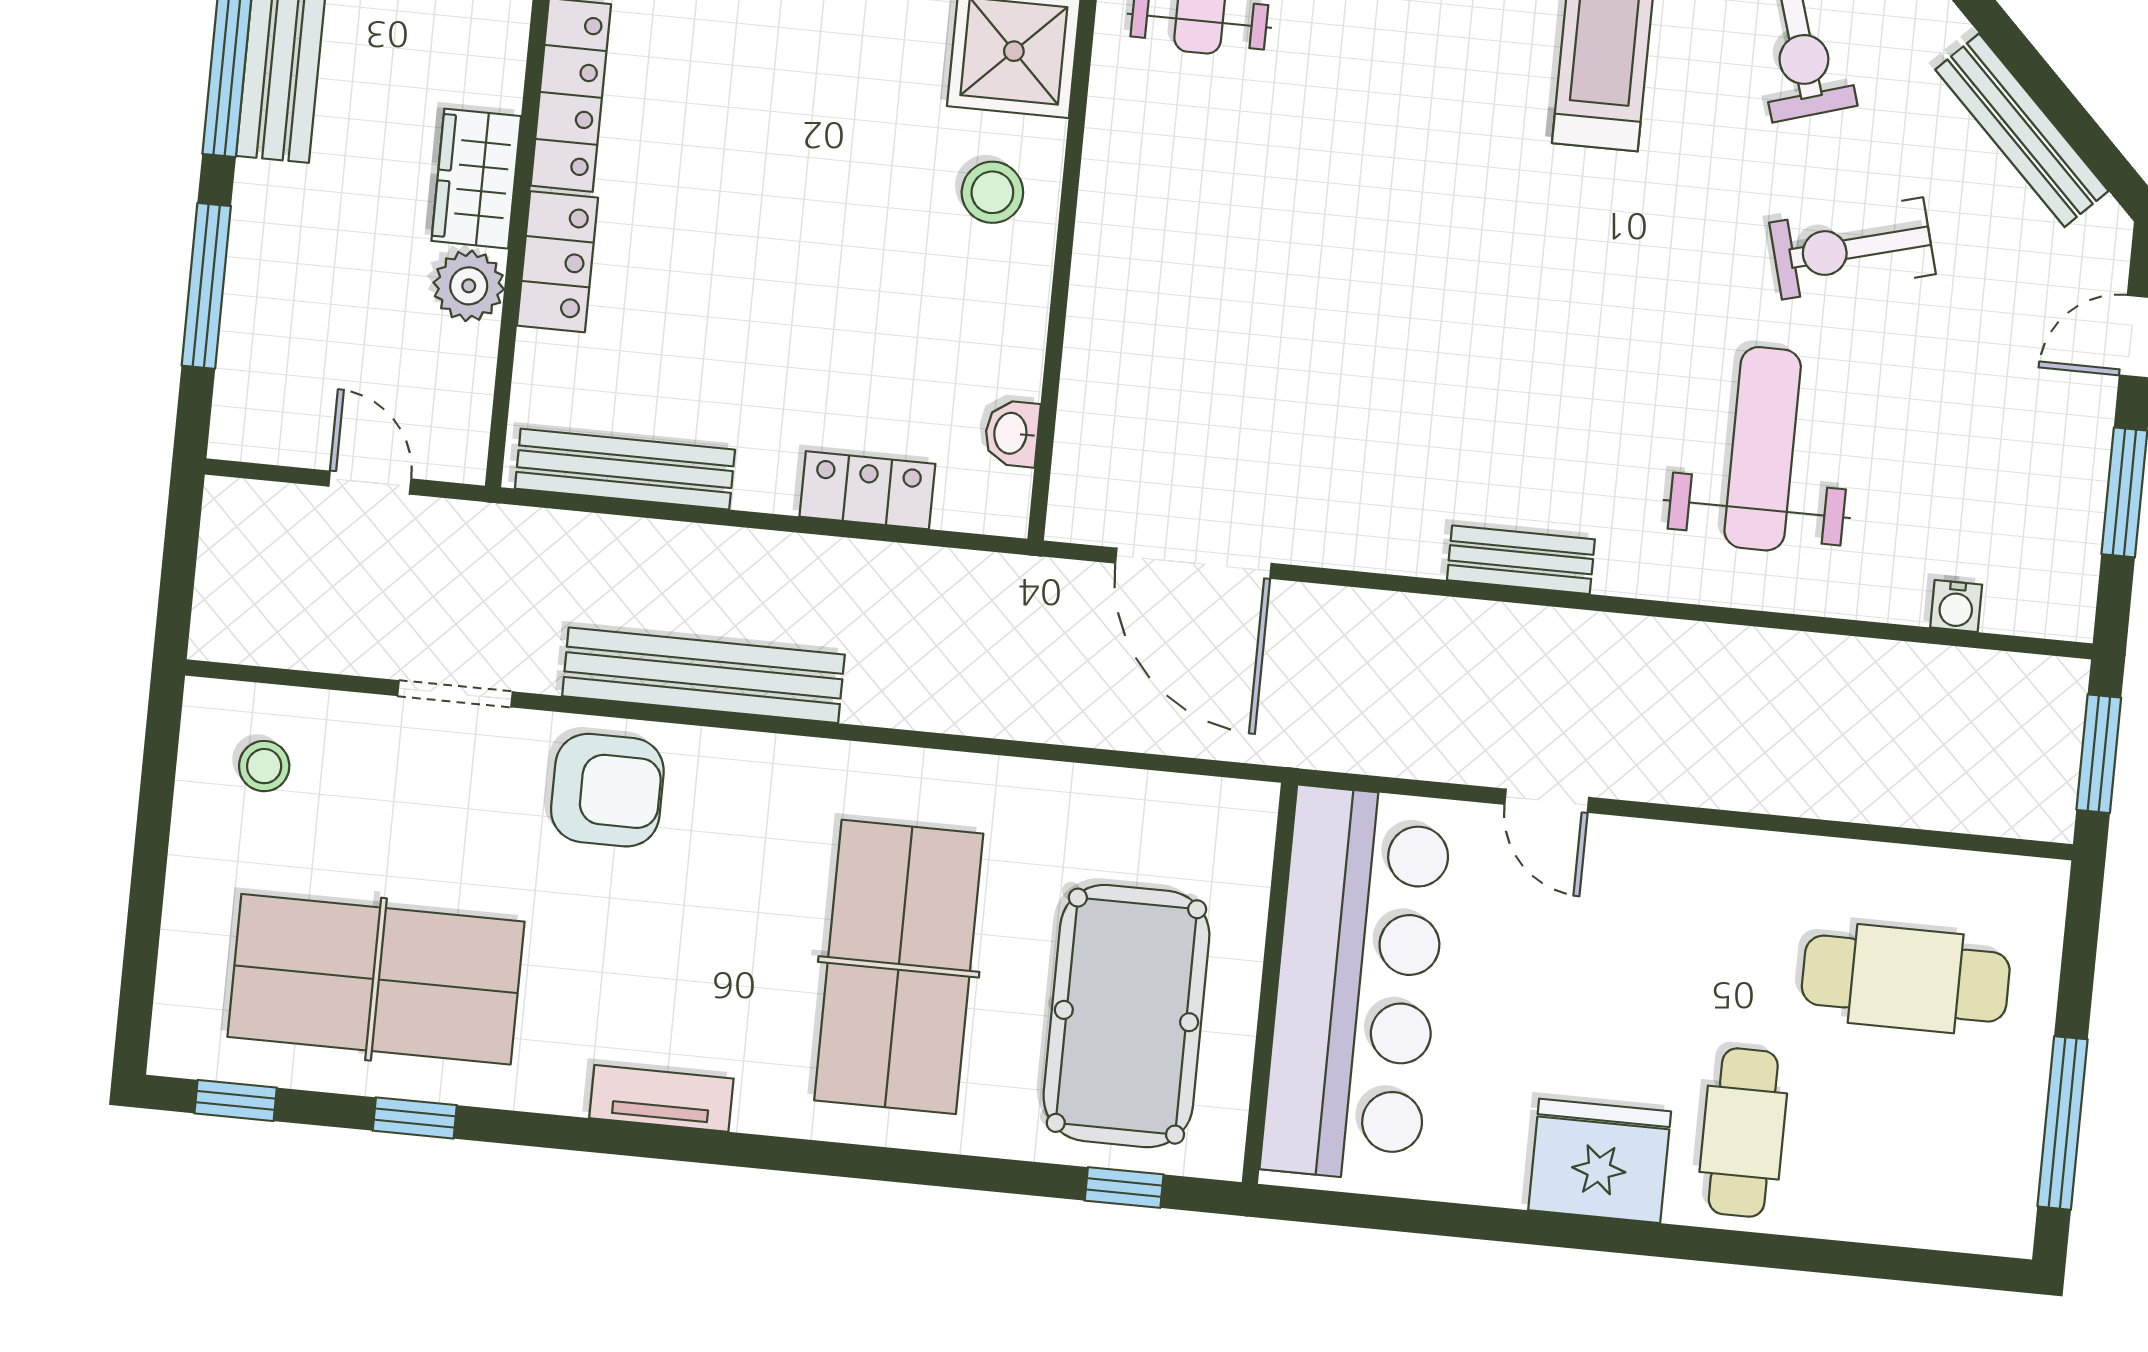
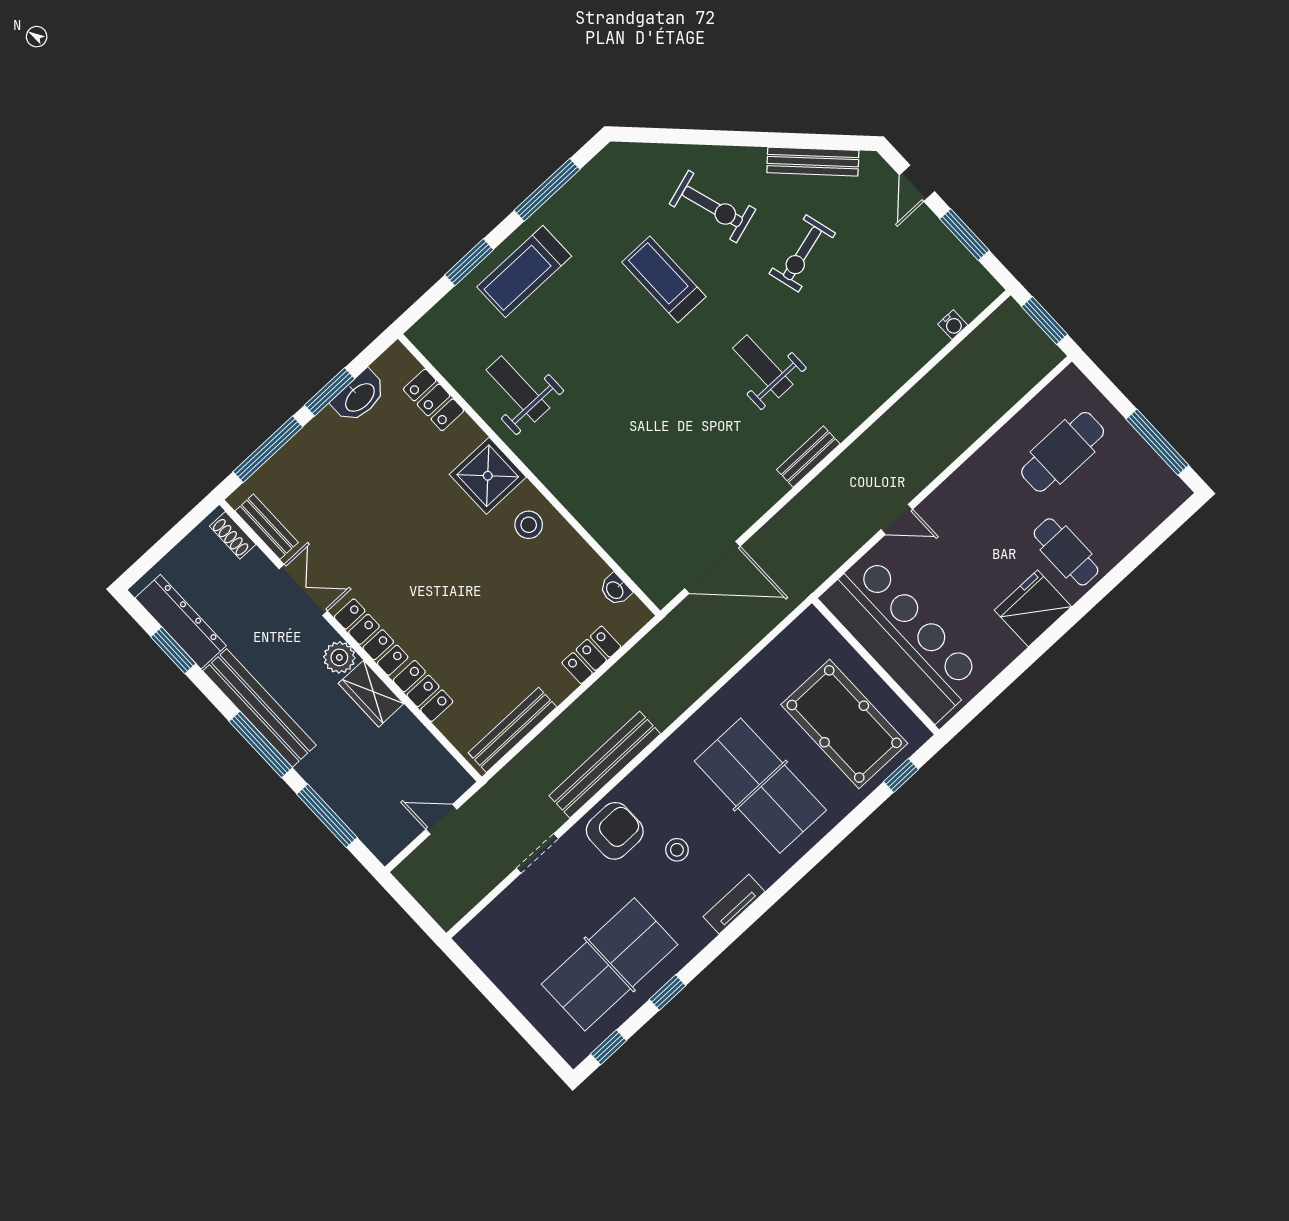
plant: (469, 286) -> (339, 657), moved
weight bench: (1763, 449) -> (763, 366), moved, width x0.73, depth x0.75
stool: (264, 766) -> (677, 850), moved

